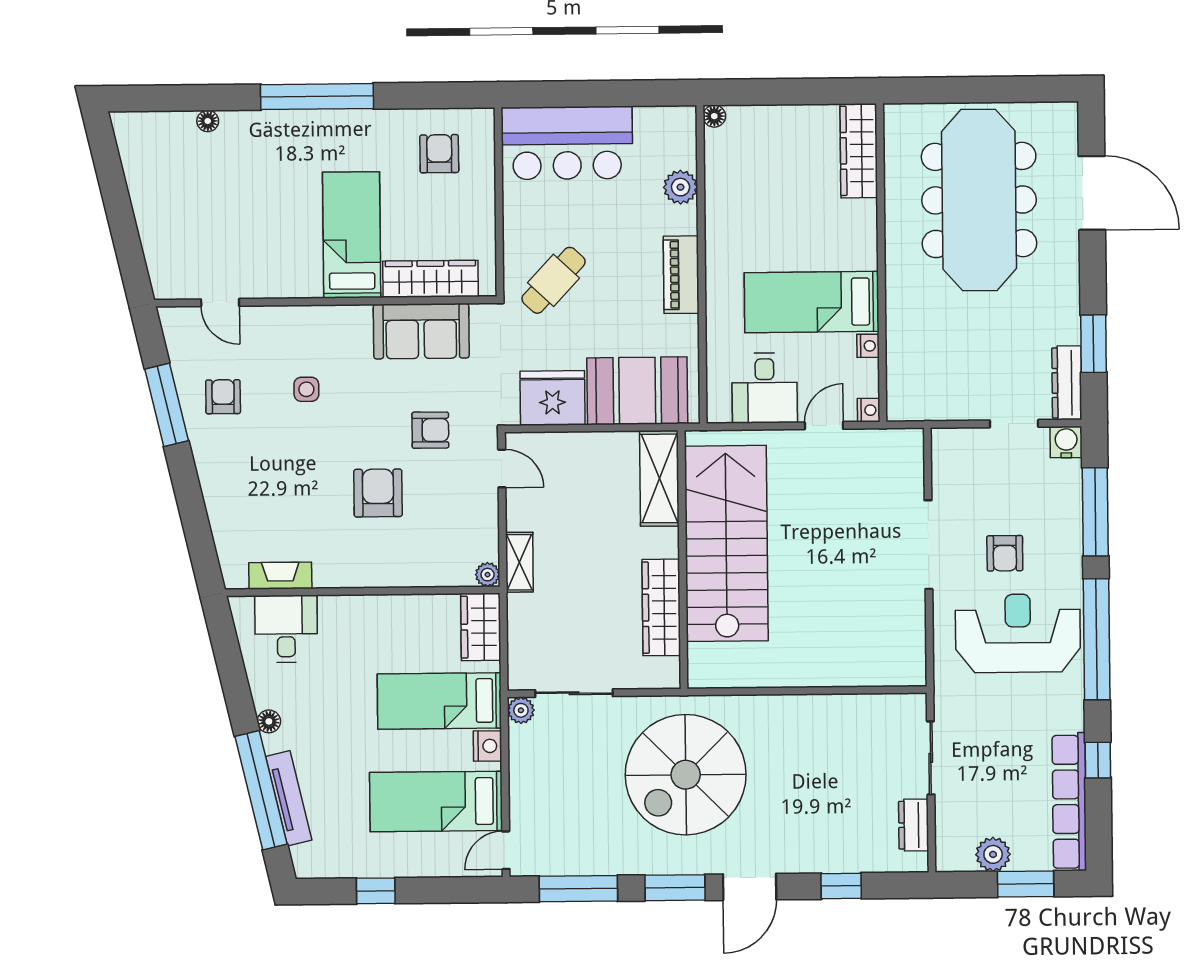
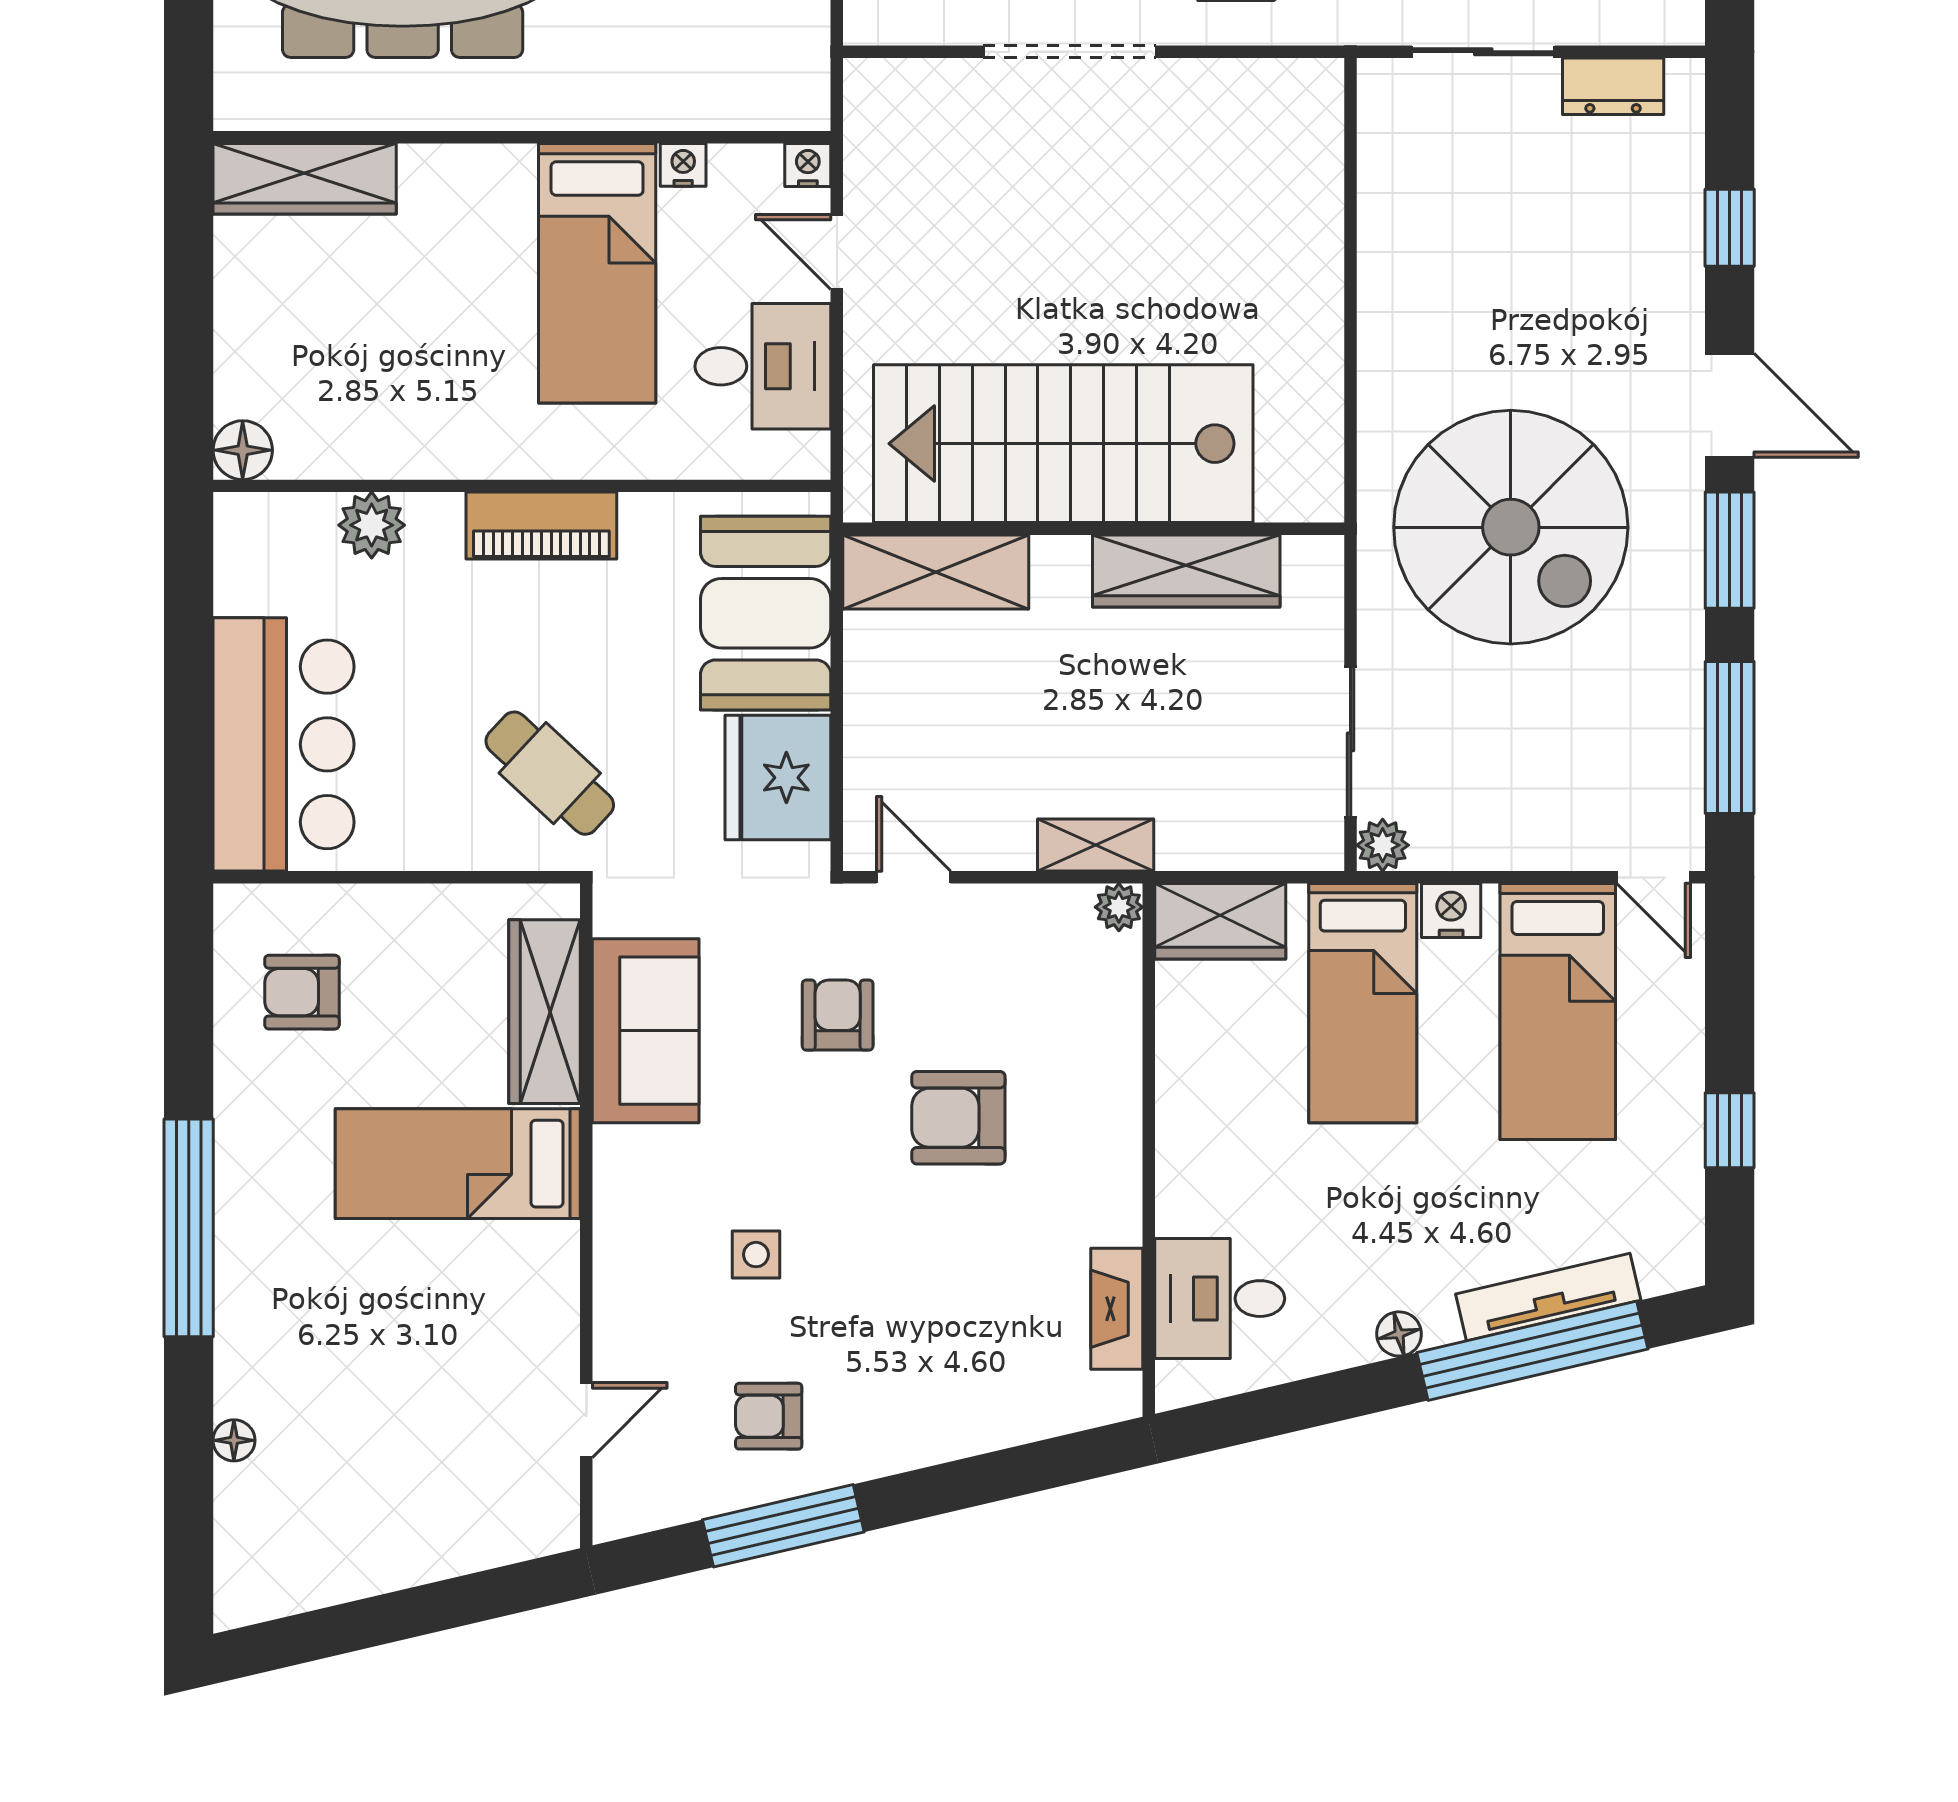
floor lamp: (714, 116) -> (243, 450), width x1.37, depth x1.37
door: (502, 468) -> (913, 877), hinge flipped

